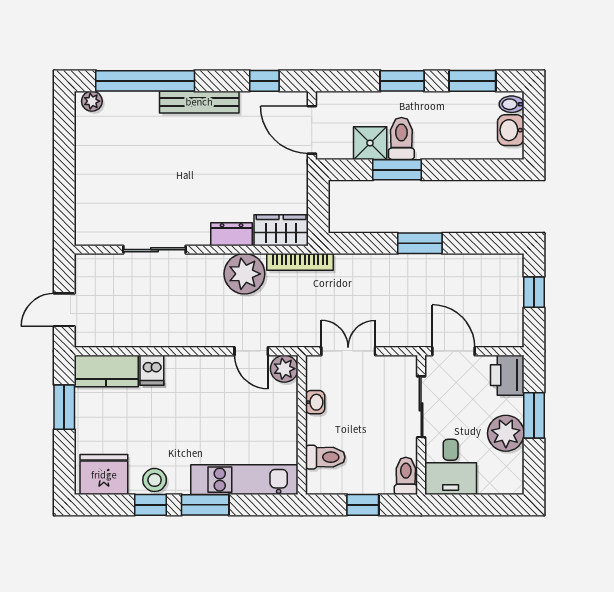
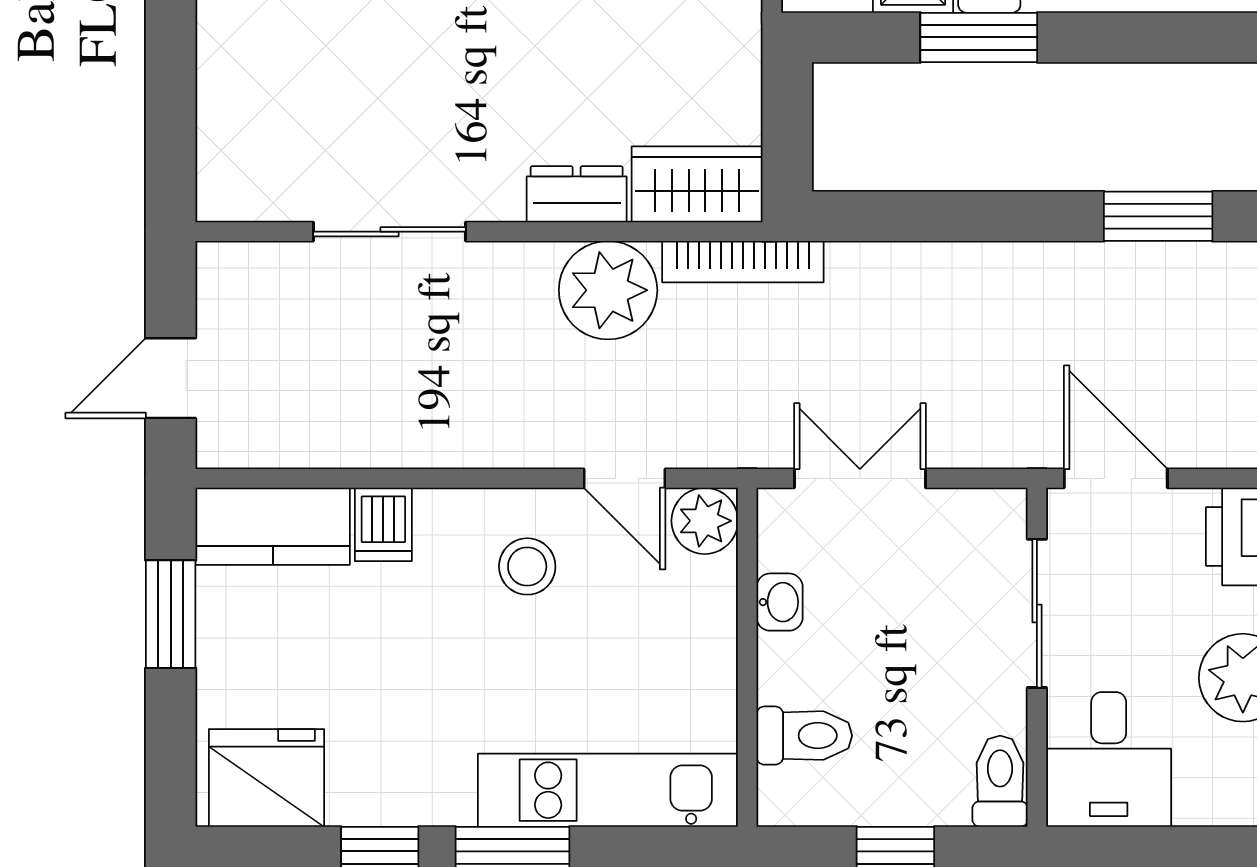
window: (420, 243) -> (1158, 216), moved
stool: (155, 480) -> (527, 566), moved

